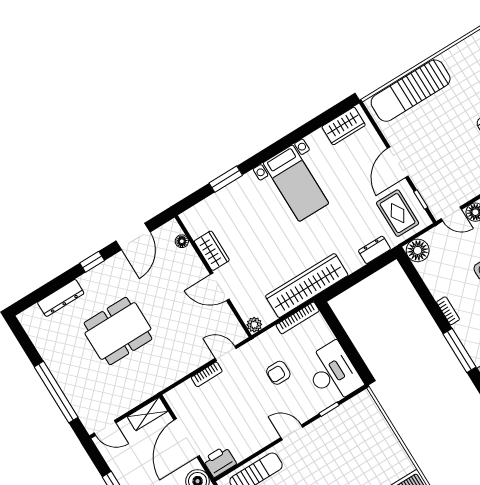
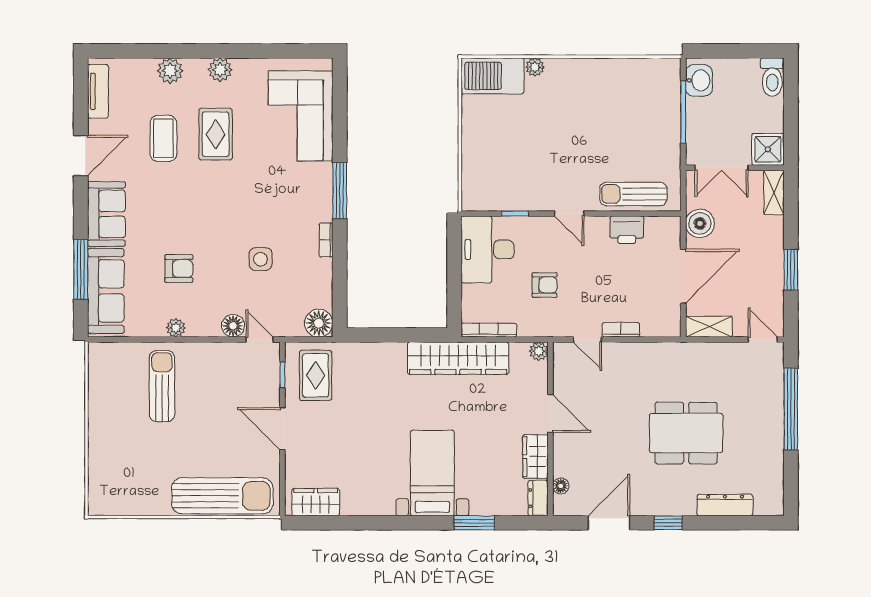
door: (398, 162) -> (282, 429), swing flipped
bed with nightstands: (296, 183) -> (432, 473), moved
dresser: (374, 250) -> (538, 498), moved, turned 90
printer: (220, 462) -> (627, 230), moved

